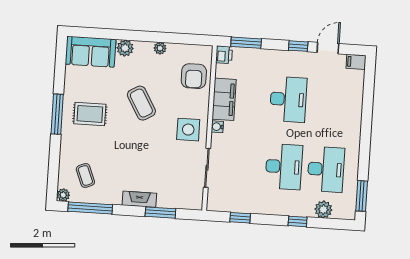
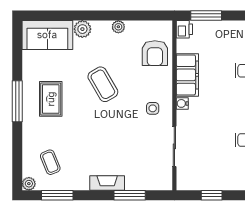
rug: (90, 114) -> (51, 99), turned 90
side table: (188, 130) -> (153, 108), width x0.54, depth x0.54
window: (90, 208) -> (57, 195), width x0.69

